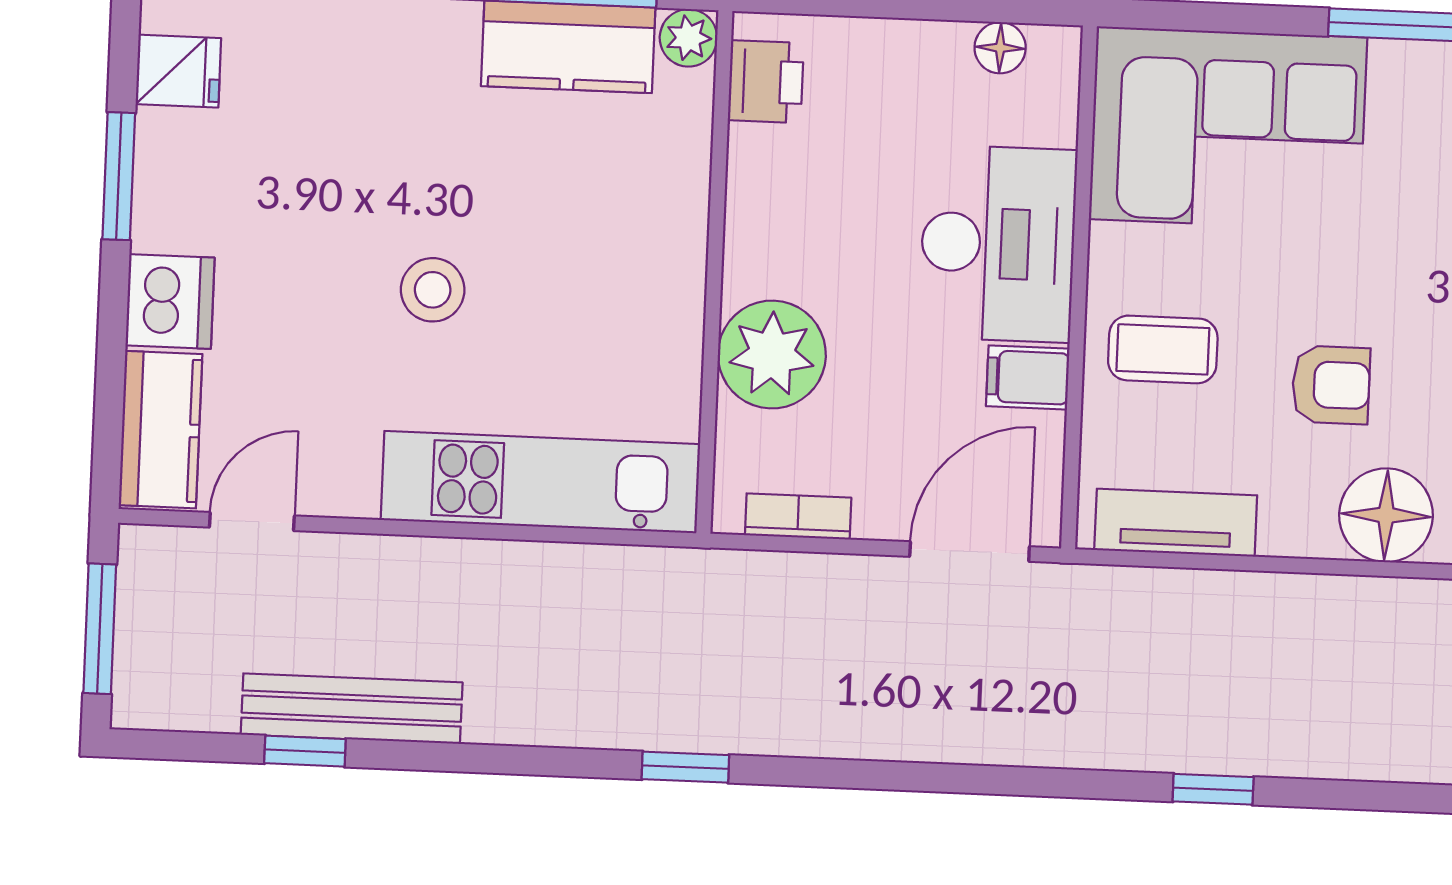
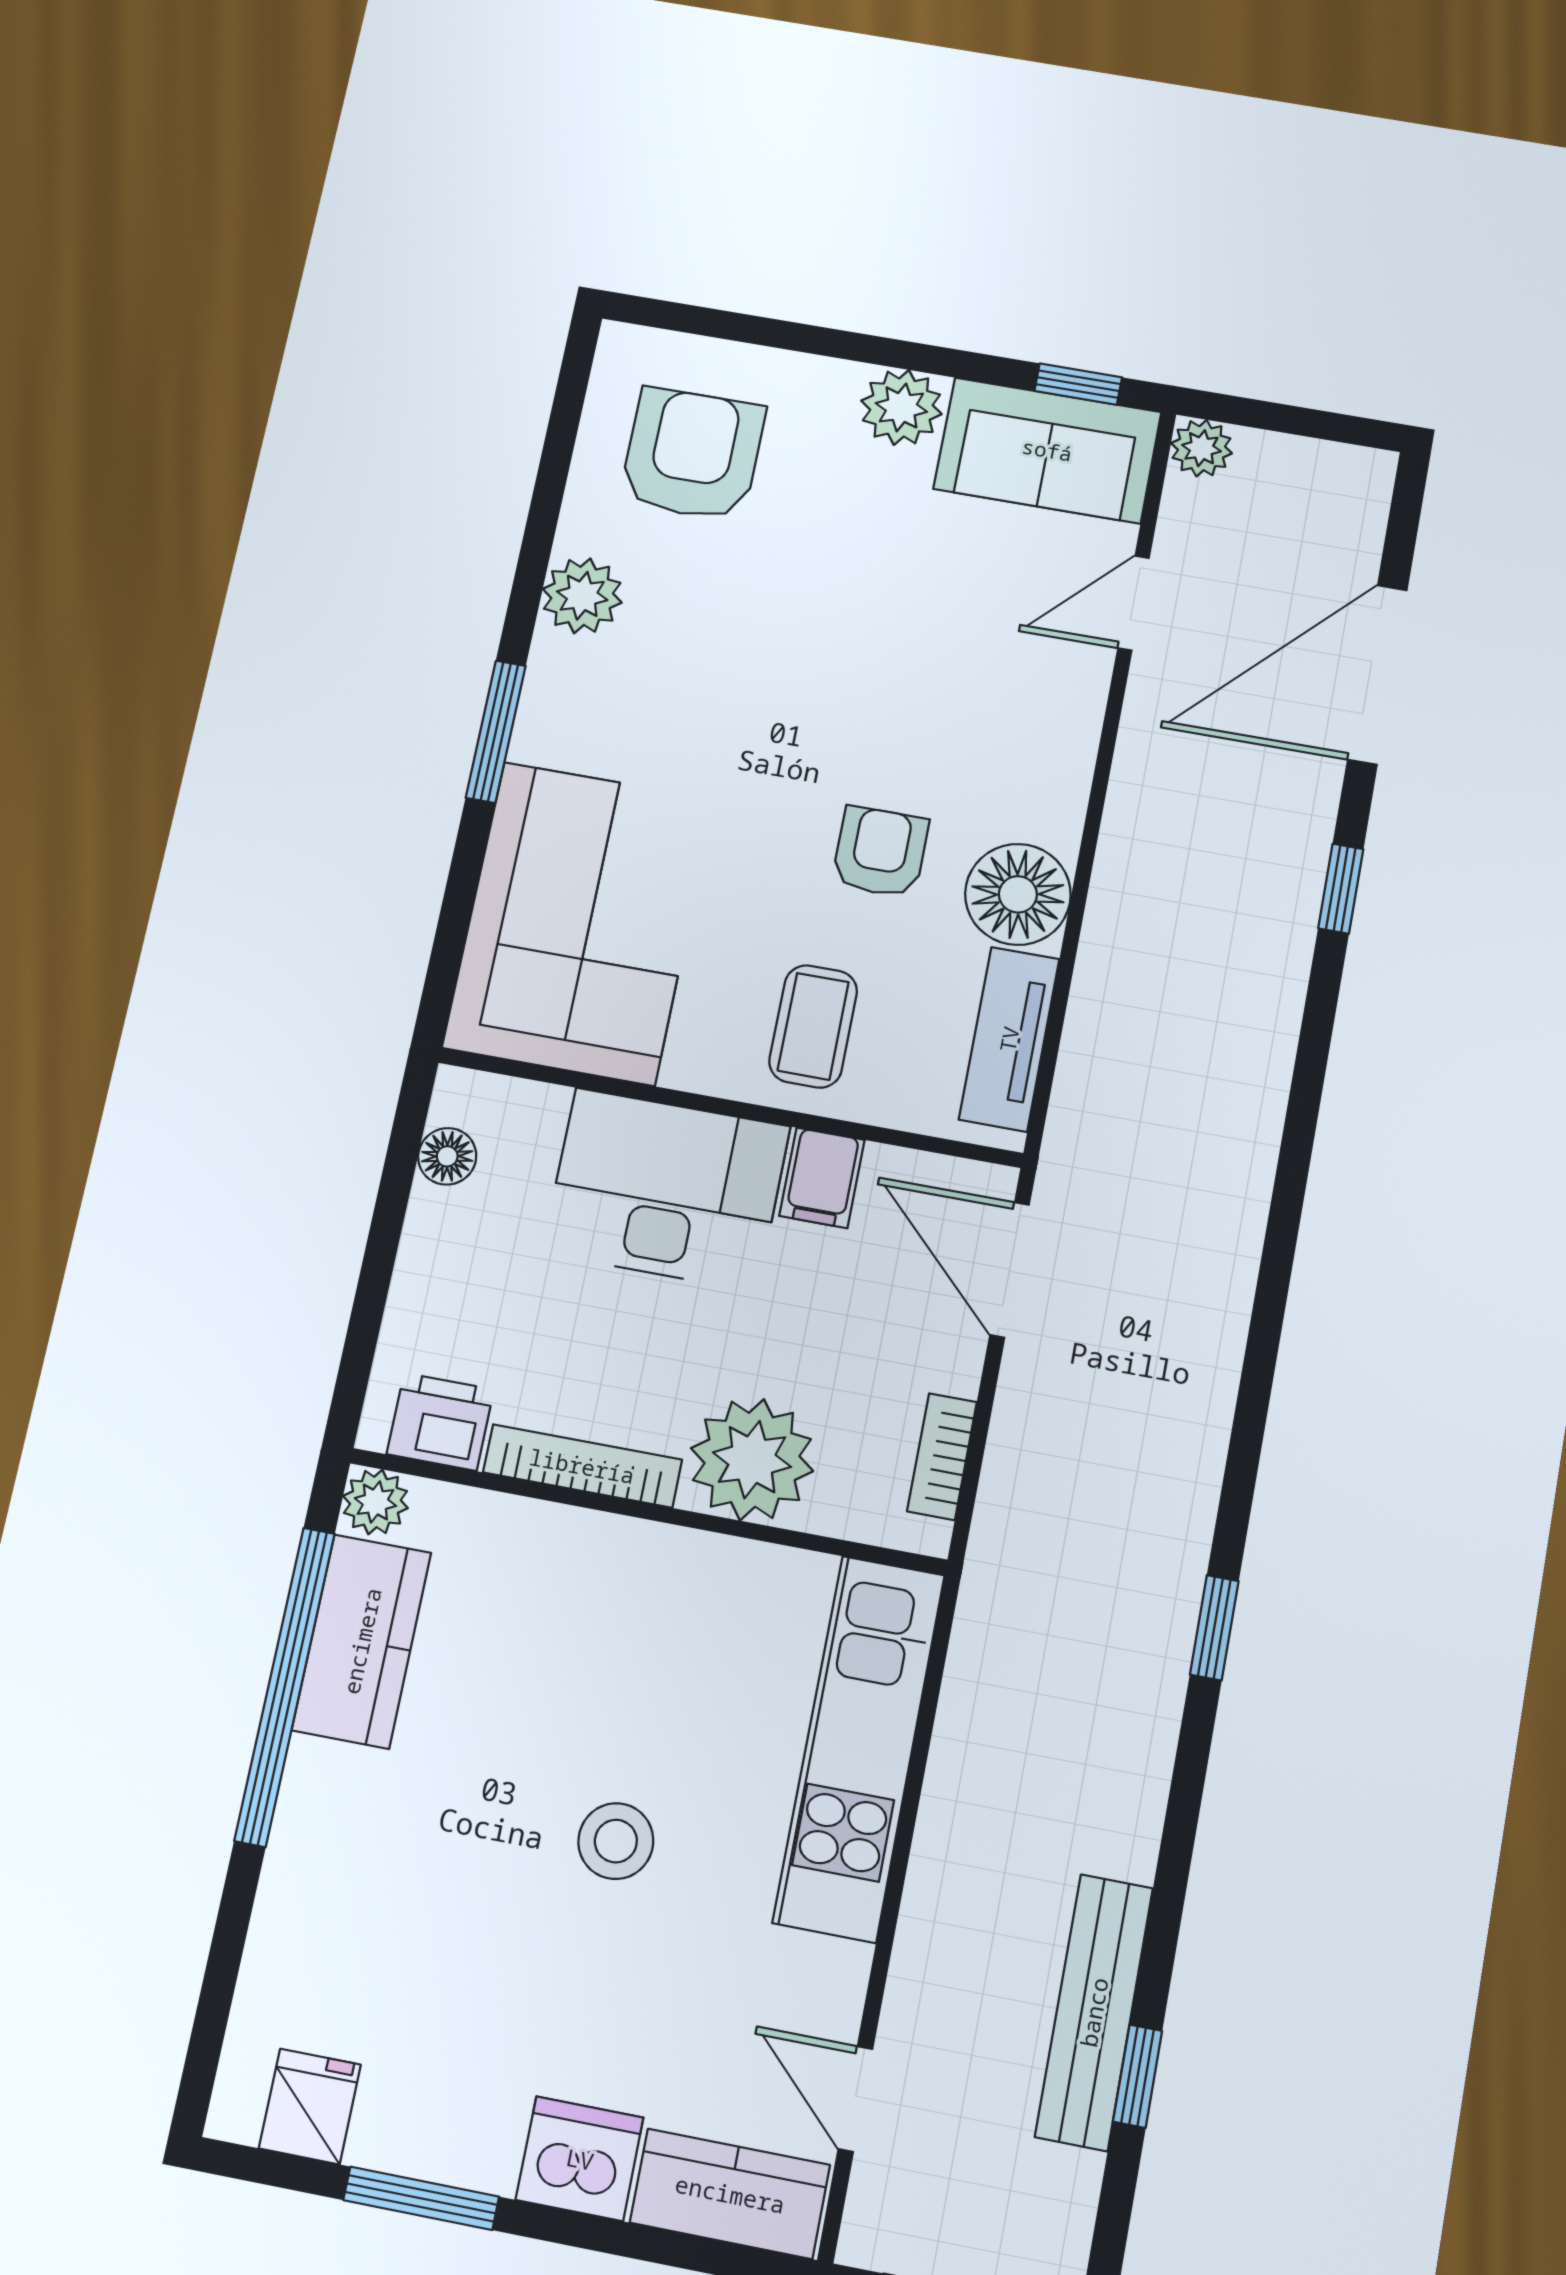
bookcase: (745, 210) -> (582, 1466), added
floor lamp: (1386, 515) -> (1018, 894), moved
window: (1213, 789) -> (1341, 889), moved

